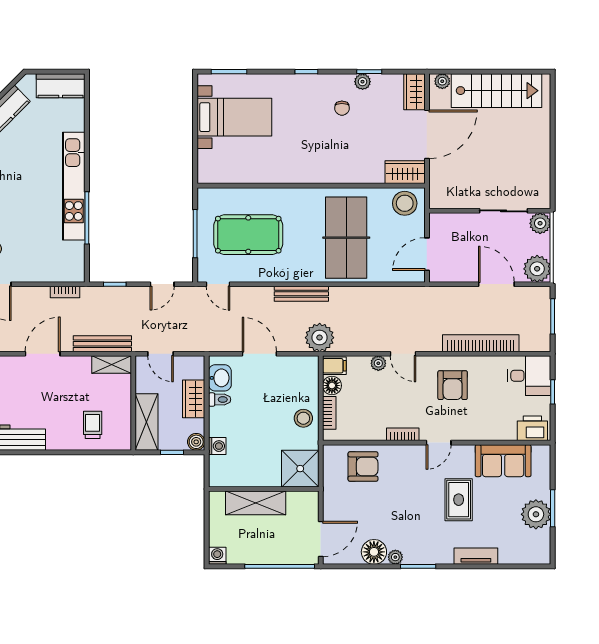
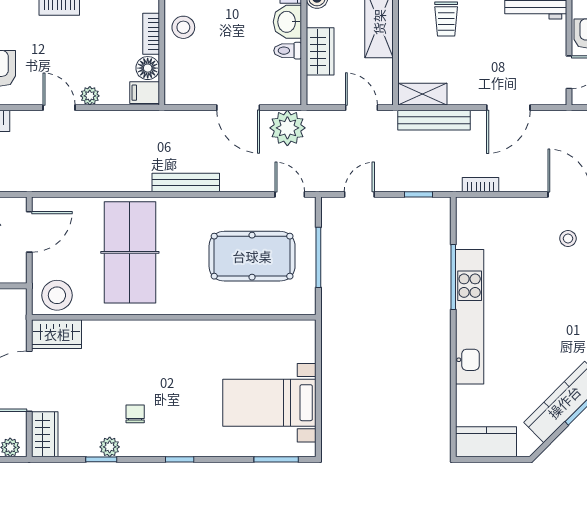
plant: (320, 338) -> (287, 128), moved
washbasin: (220, 378) -> (287, 22), moved

